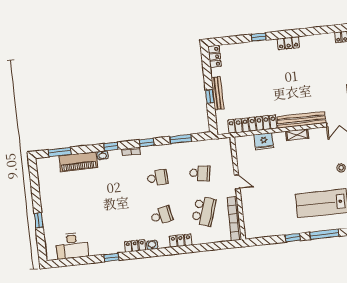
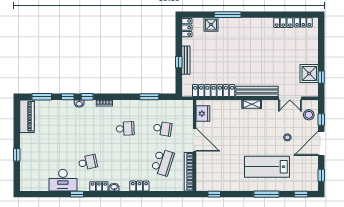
window: (259, 37) -> (228, 15), width x2.17
locker: (288, 43) -> (283, 23), moved
shower: (241, 50) -> (211, 25), added
fridge: (264, 141) -> (203, 114), moved, turned -90
window: (147, 143) -> (68, 97), moved
piano: (78, 162) -> (27, 116), moved, turned -90
door: (237, 182) -> (195, 140), width x1.88
school desk: (162, 216) -> (88, 162), moved
window: (293, 238) -> (214, 194), moved
desk: (72, 246) -> (63, 180), moved

